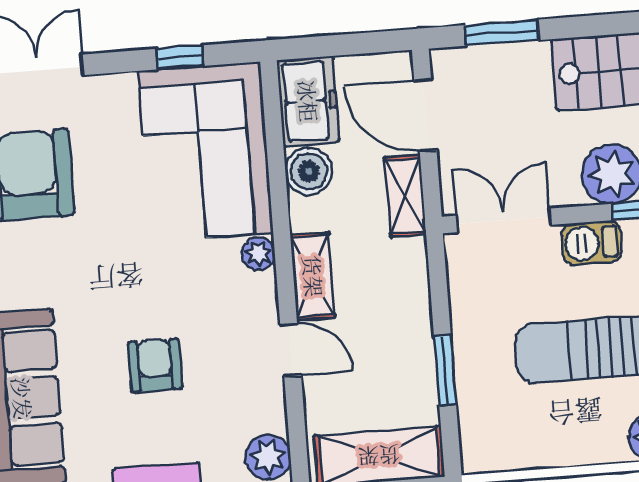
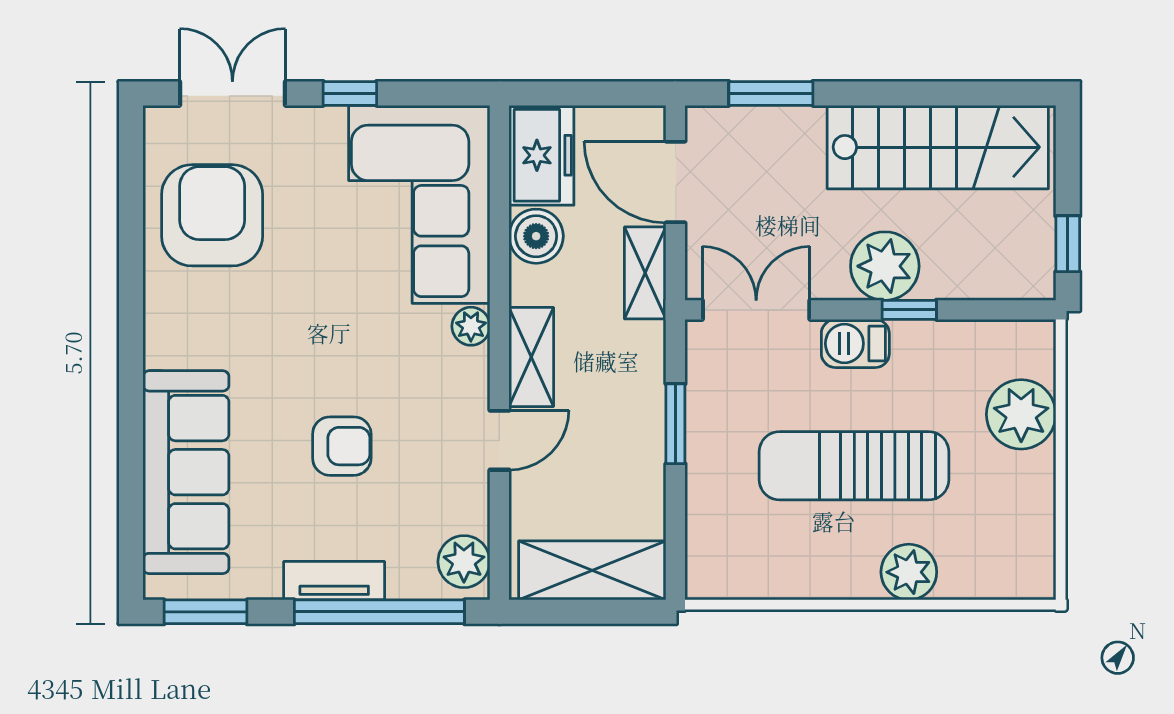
window: (180, 57) -> (350, 93), moved
door: (291, 350) -> (499, 440), hinge flipped
armchair: (155, 366) -> (342, 446), turned 90
window: (445, 370) -> (675, 424), moved

